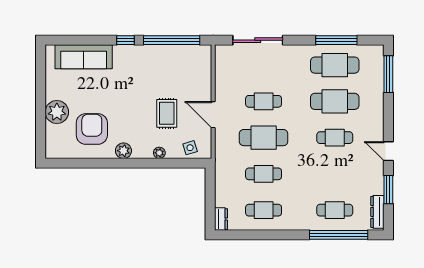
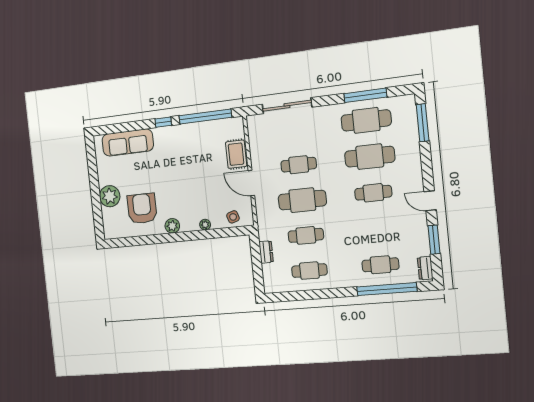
rug: (167, 113) -> (236, 154), moved
dresser: (377, 212) -> (425, 268), width x0.70
dresser: (221, 219) -> (266, 252), moved

